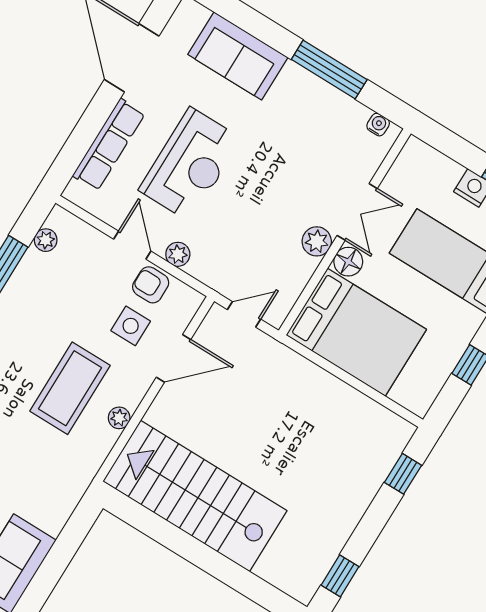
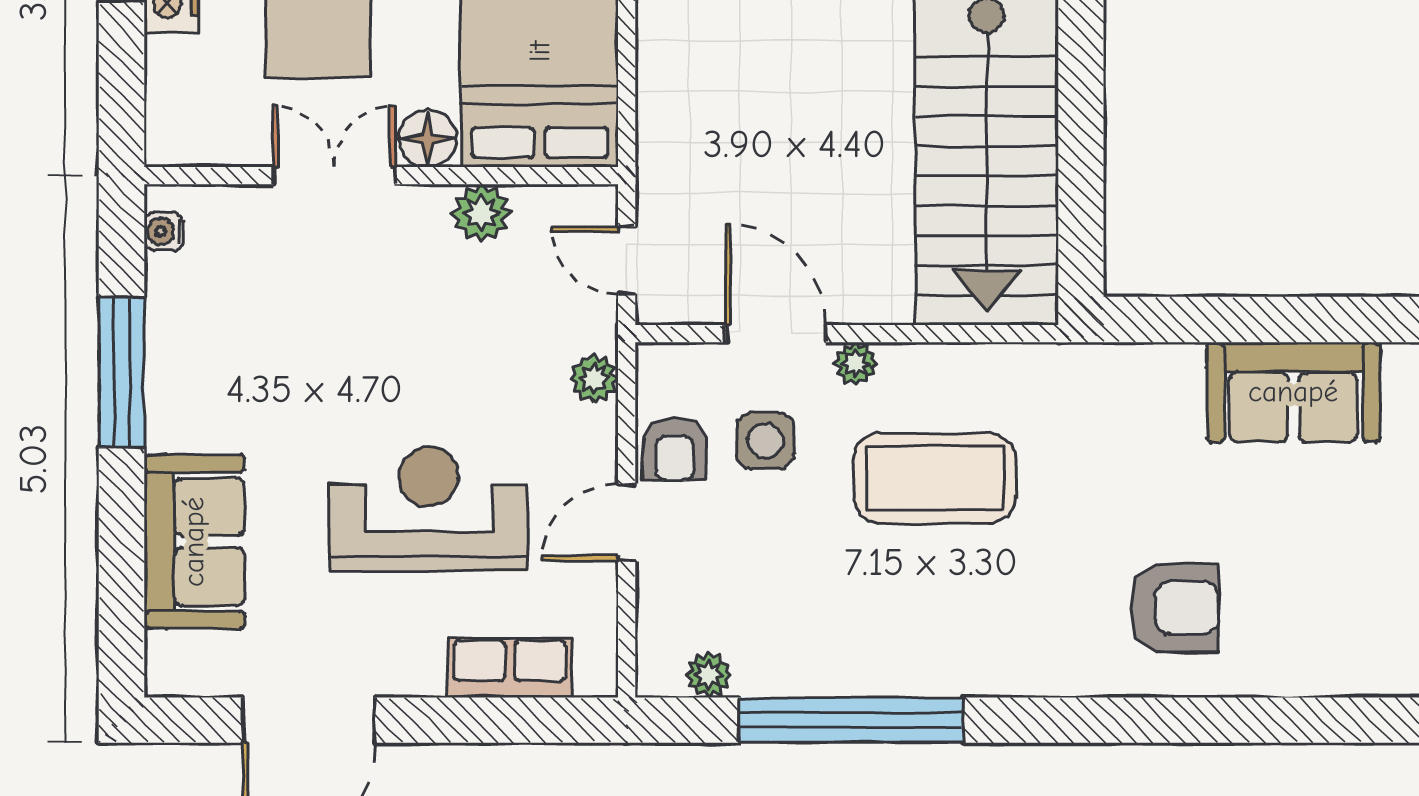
row of seats: (109, 145) -> (510, 668), width x0.68
plant: (317, 241) -> (481, 213), moved
plant: (178, 254) -> (594, 378), moved
plant: (119, 418) -> (856, 364), moved

